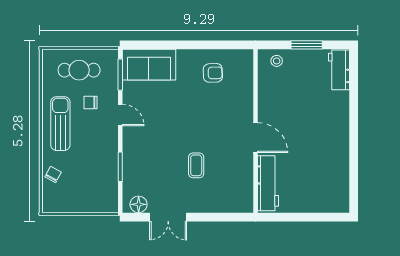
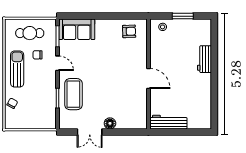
workbench: (339, 70) -> (205, 59), moved
armchair: (213, 73) -> (129, 31), moved
coffee table: (196, 165) -> (73, 94), moved, width x1.86, depth x1.72
workbench: (268, 183) -> (168, 122), moved, turned -90
floor lamp: (139, 204) -> (110, 123), moved

